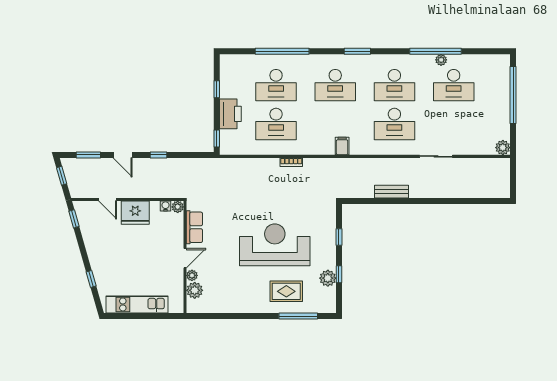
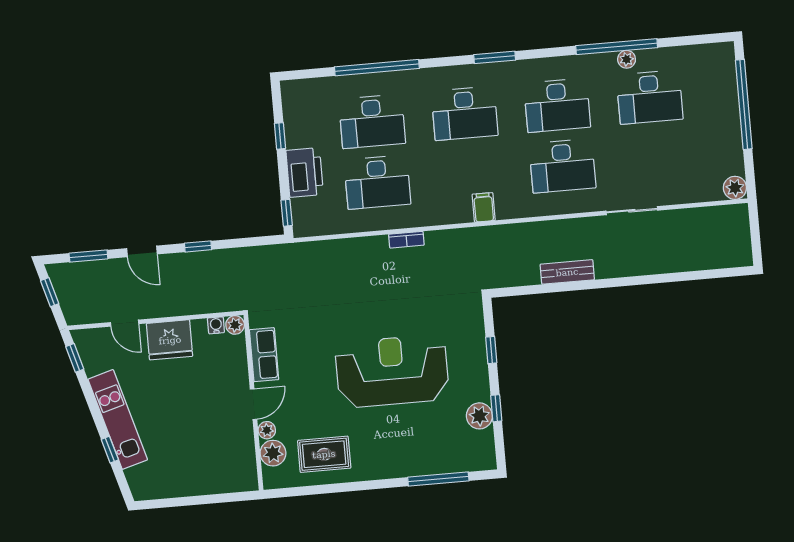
rug: (286, 291) -> (324, 454), moved
kitchen unit: (137, 304) -> (118, 419), moved, turned 74

